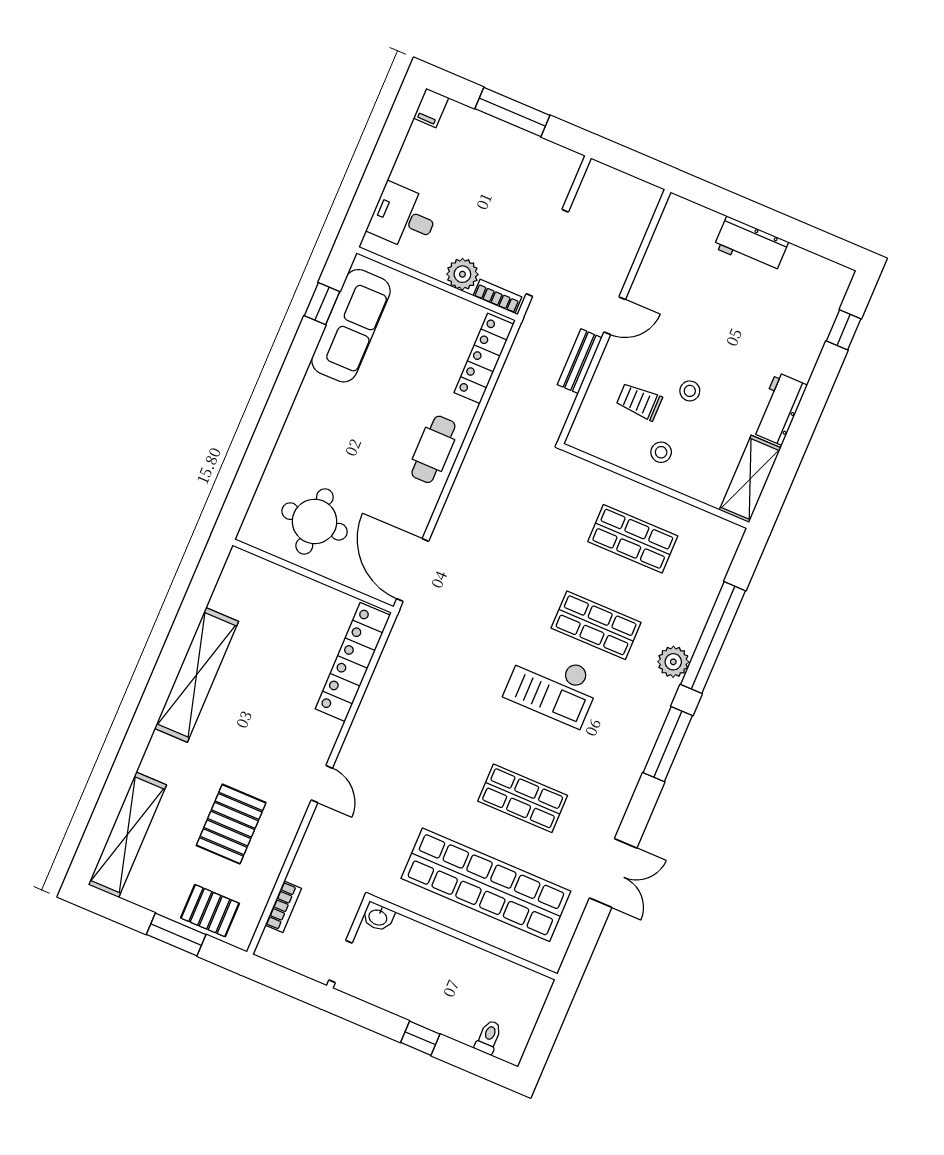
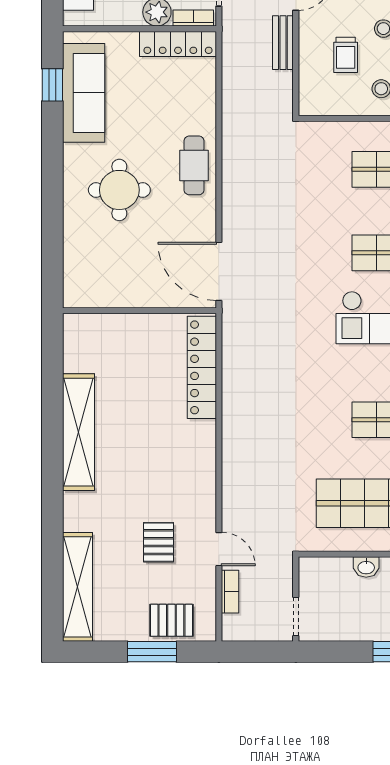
locker: (484, 358) -> (178, 44), moved, turned -90
trolley: (639, 402) -> (346, 55), turned -90
round table: (315, 521) -> (119, 190), moved
door: (322, 784) -> (219, 549), moved
pallet: (231, 824) -> (159, 542), width x0.67, depth x0.71
washbasin: (378, 917) -> (366, 567), moved

